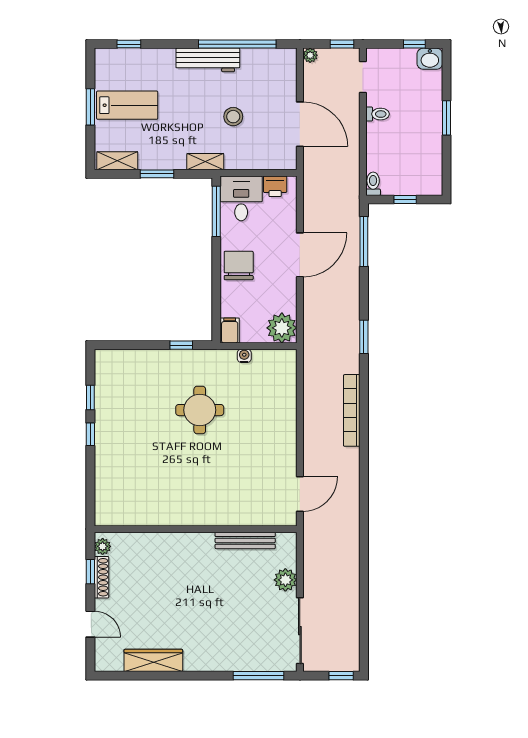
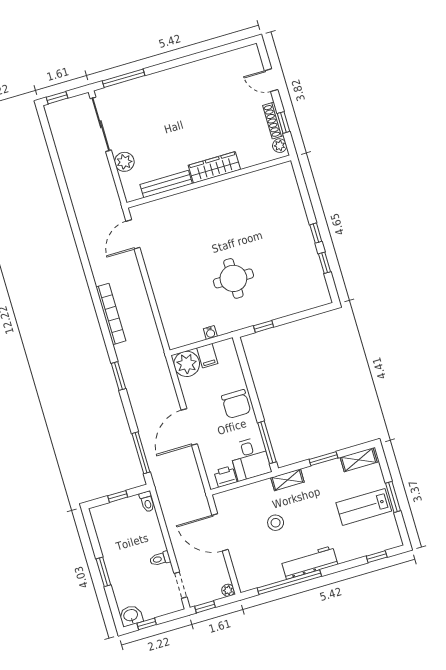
filing cabinet: (230, 330) -> (207, 356), moved
wardrobe: (153, 660) -> (214, 167), moved, turned 180

